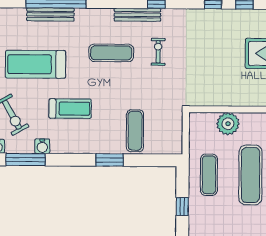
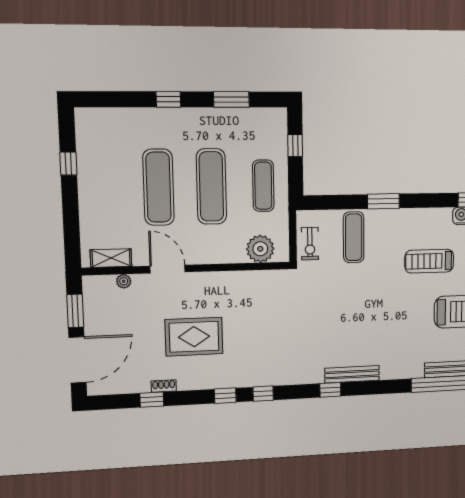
exercise bike: (158, 52) -> (310, 244), moved
exercise mat: (111, 53) -> (382, 328), removed
plant: (228, 124) -> (260, 249), moved

